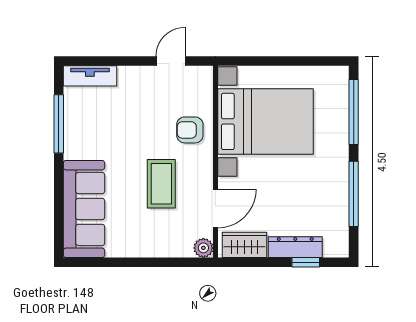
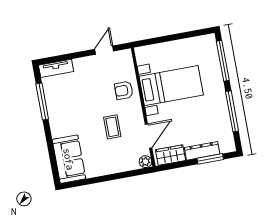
bed with nightstands: (266, 121) -> (171, 86), width x0.73
coffee table: (161, 184) -> (112, 127), width x0.73, depth x0.77
sofa: (84, 209) -> (69, 159), width x0.73
window: (306, 262) -> (210, 159), width x1.50

